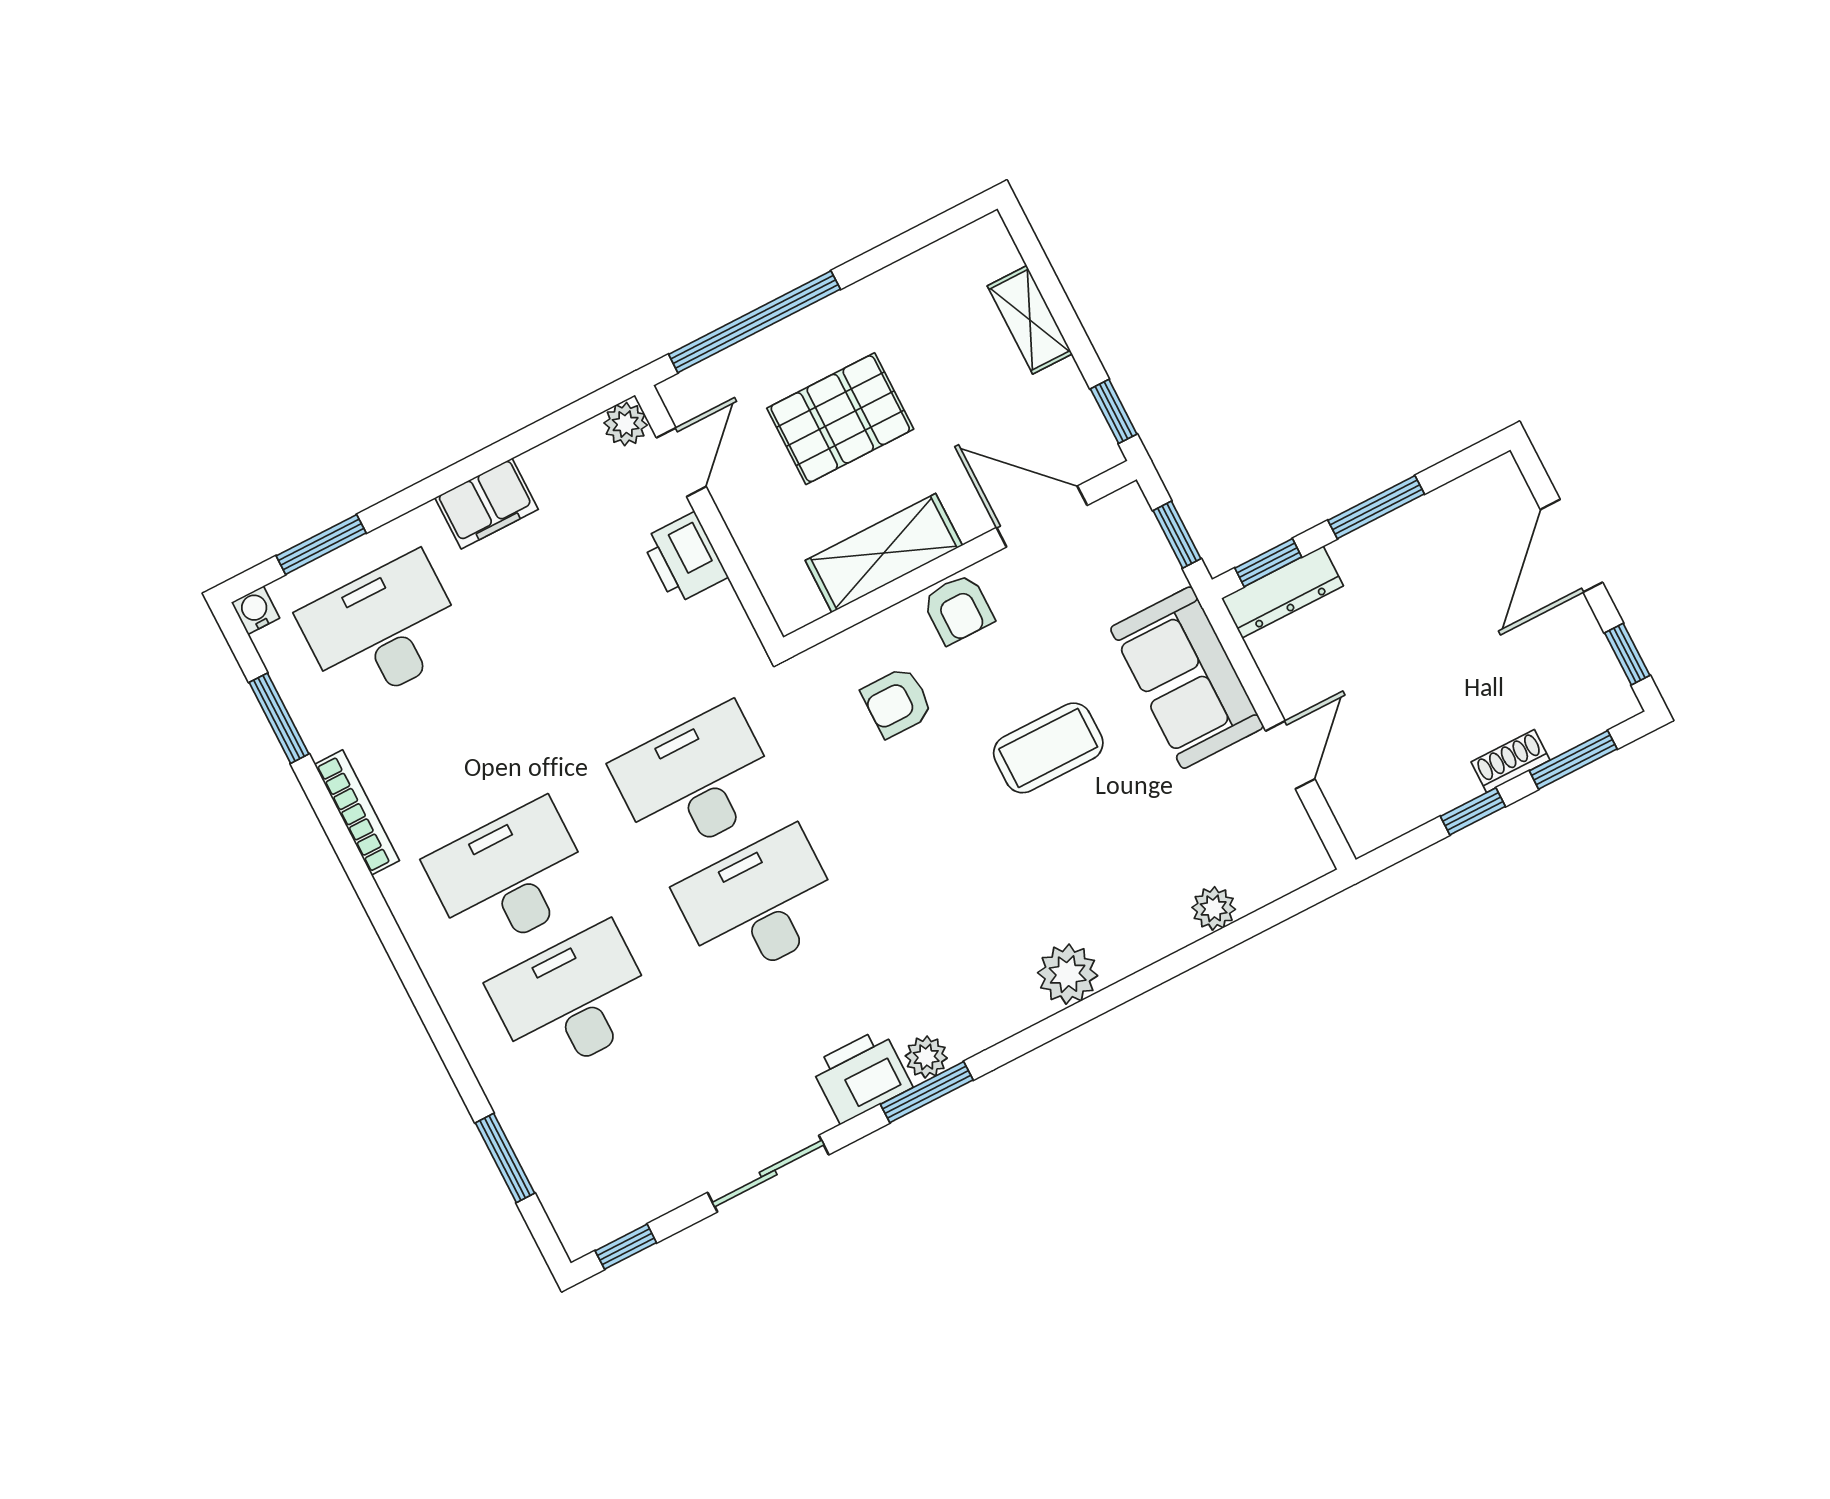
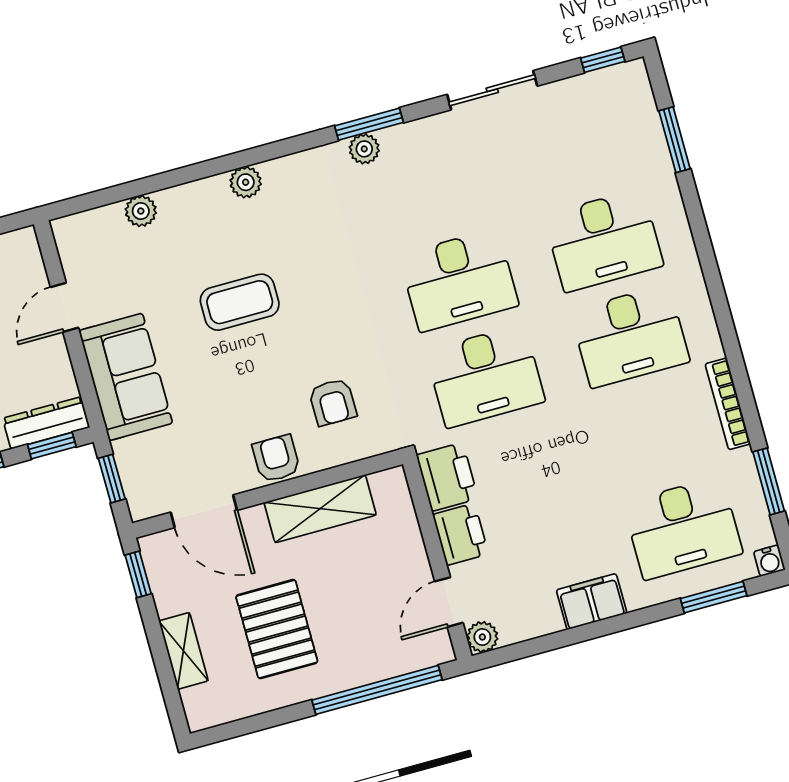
pallet: (840, 419) -> (277, 629), moved, turned 90
armchair: (897, 702) -> (333, 402), turned 90
coffee table: (1048, 748) -> (240, 302), moved
plant: (1068, 974) -> (246, 182), width x0.73, depth x0.73
printer: (861, 1076) -> (447, 477), moved, turned -90

